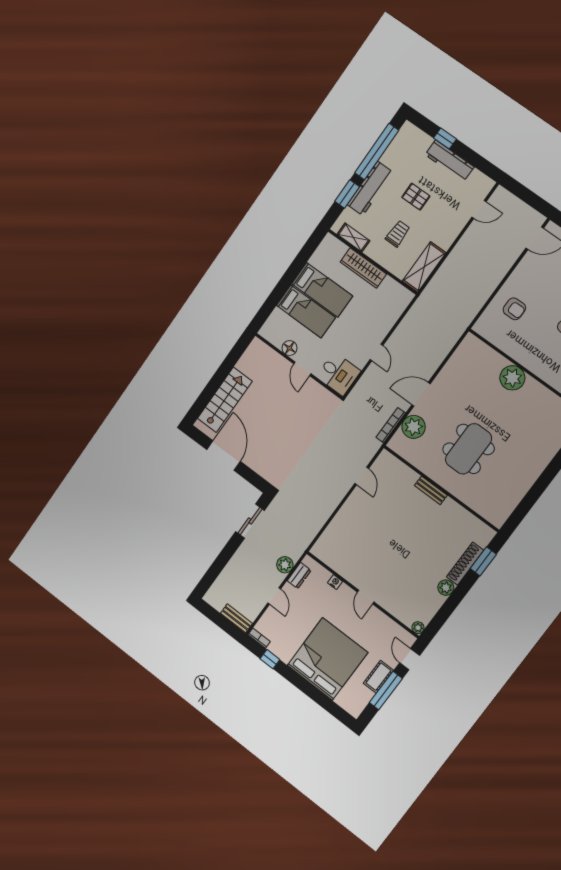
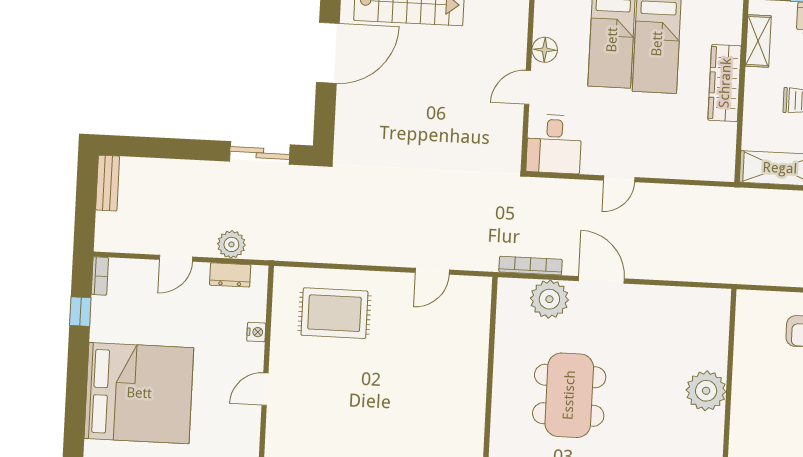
dining table: (468, 449) -> (569, 395), turned 90
bench: (431, 490) -> (477, 381), removed
rug: (351, 538) -> (334, 313), added
bench: (236, 618) -> (108, 183), moved

